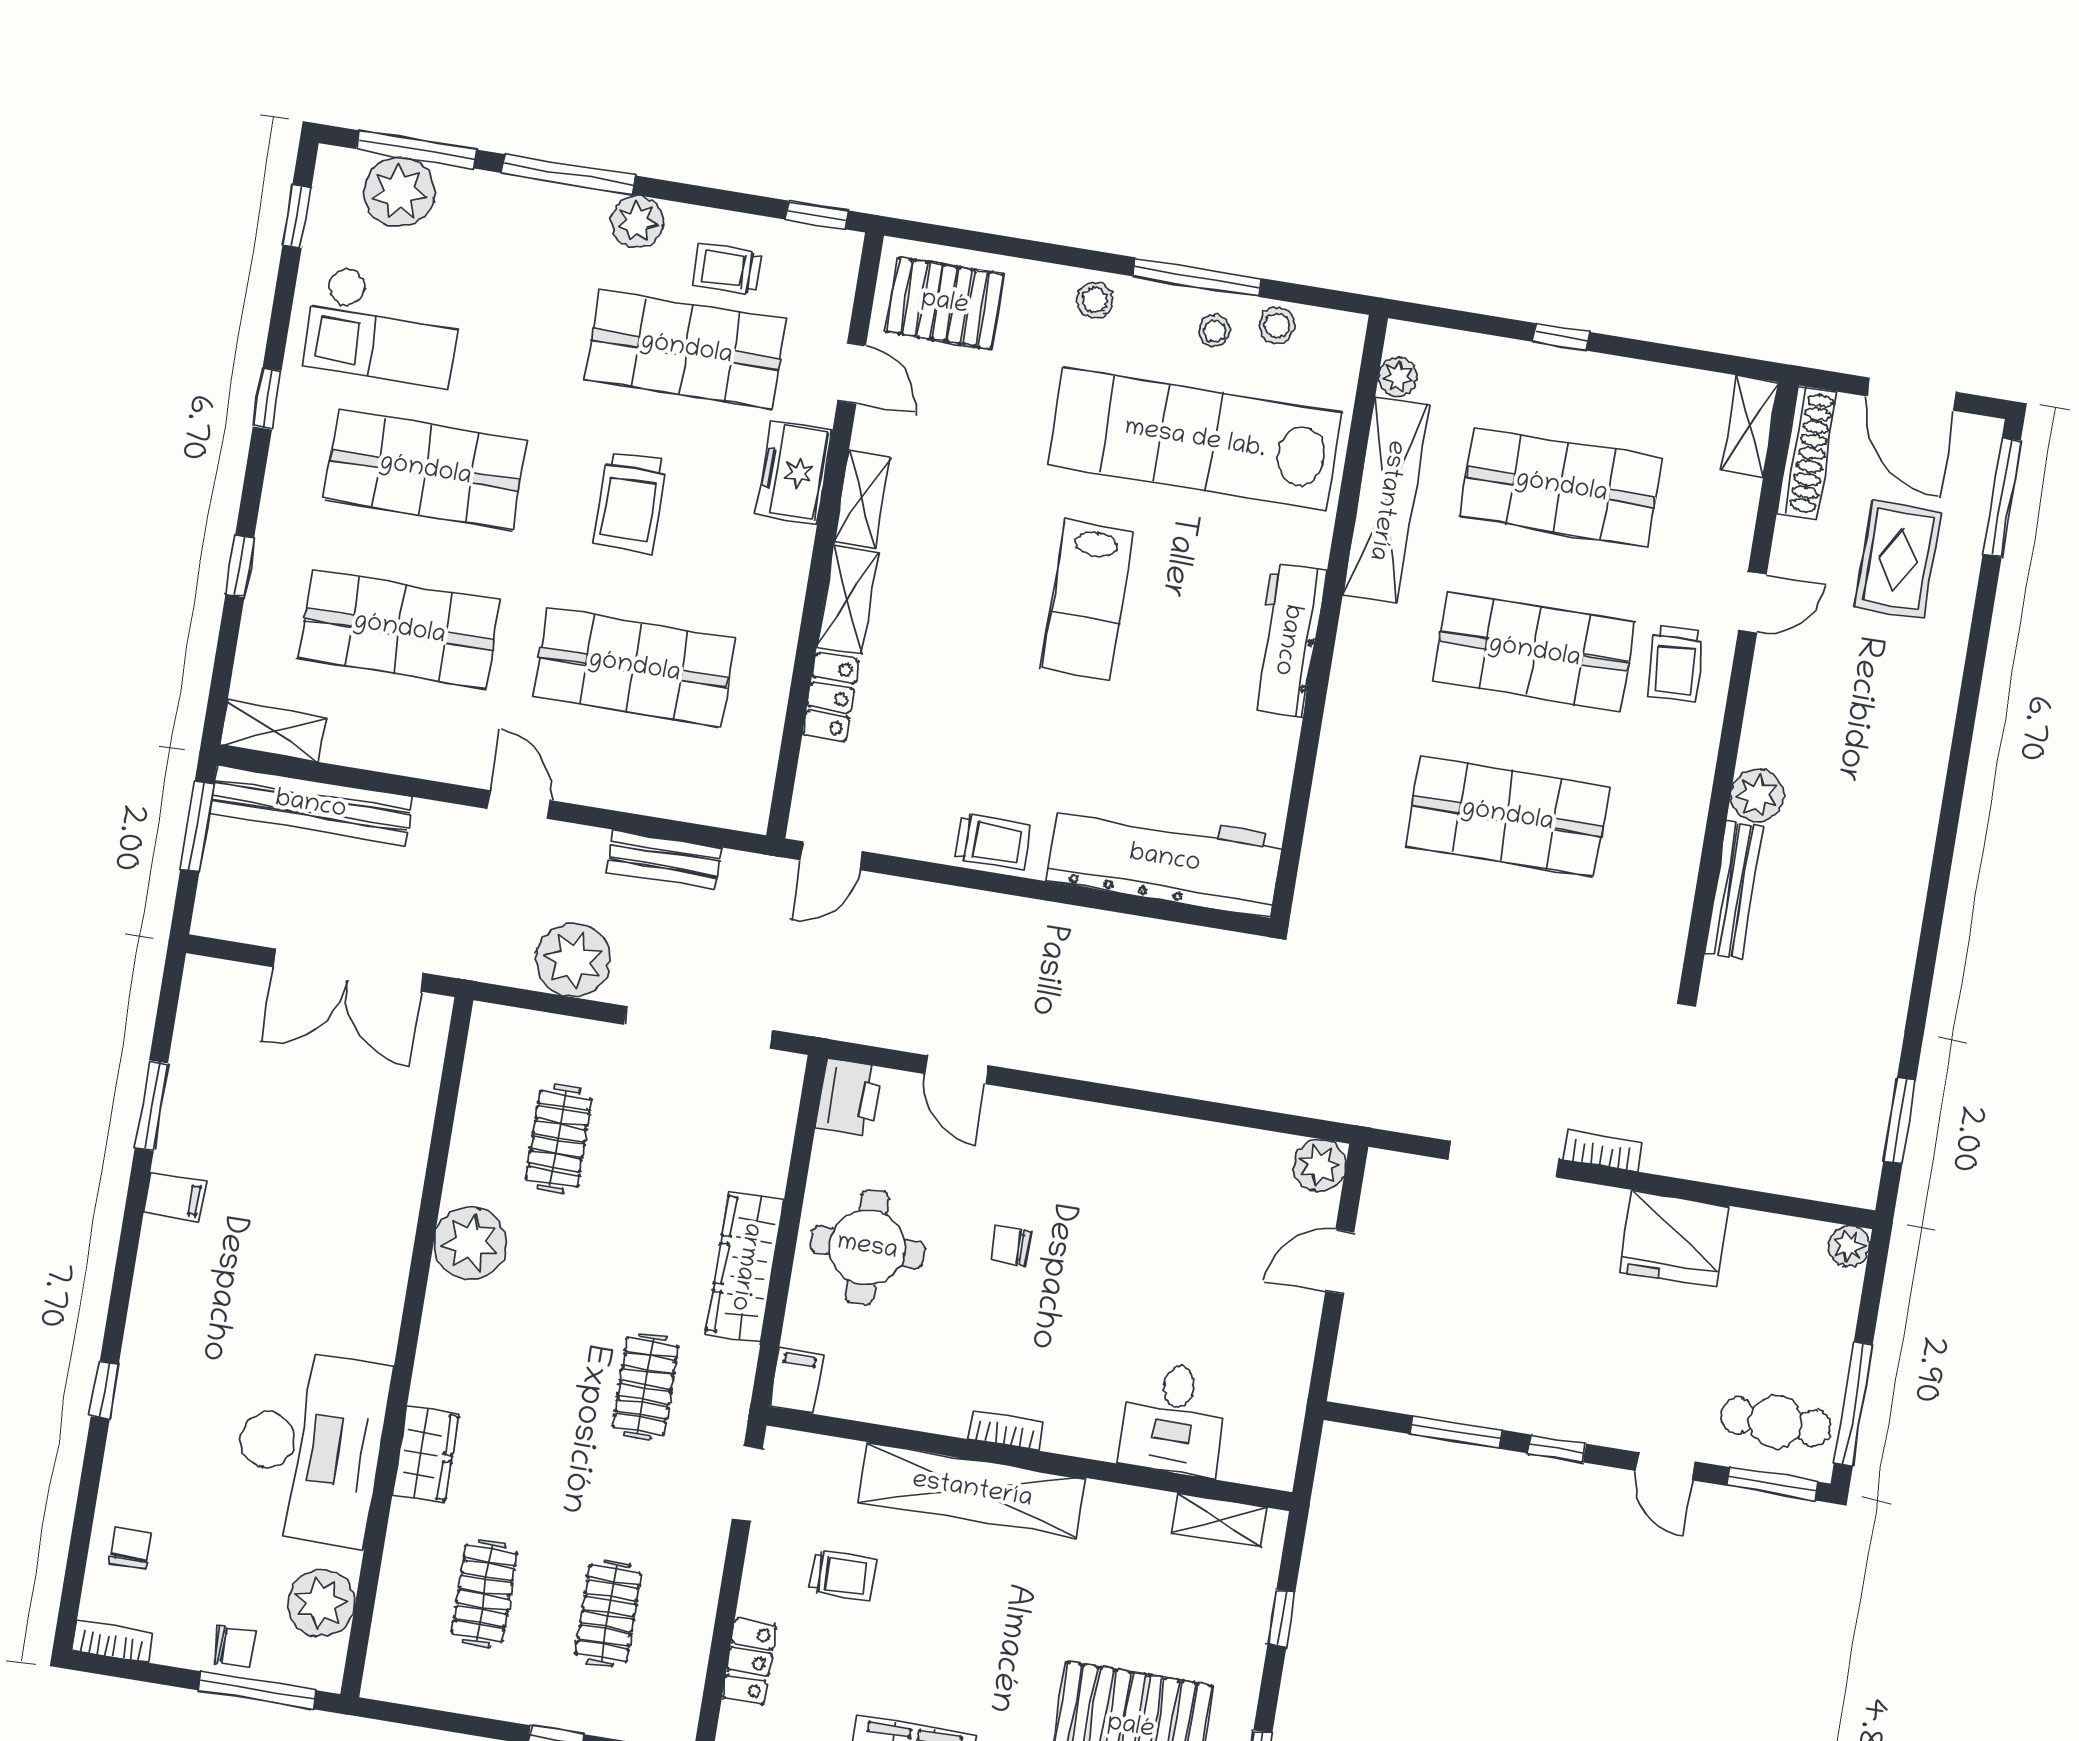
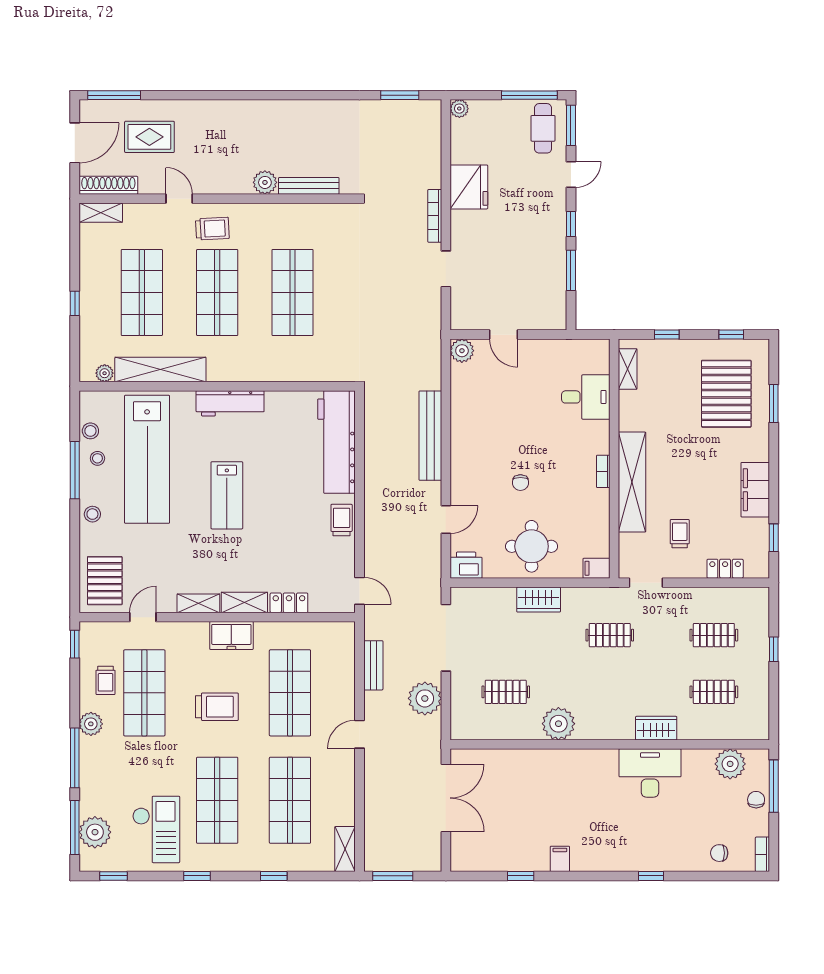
freezer: (794, 472) -> (231, 636), moved
lab bench: (1088, 600) -> (227, 495), turned 90
bench: (311, 805) -> (430, 436), moved
window: (151, 1106) -> (521, 876), width x0.67
bookcase: (1603, 1151) -> (435, 216), width x1.56
doorway: (1504, 1159) -> (446, 269), width x0.73
wardrobe: (745, 1267) -> (539, 600), width x0.67
desk: (310, 1447) -> (650, 773), width x0.73, depth x0.77

